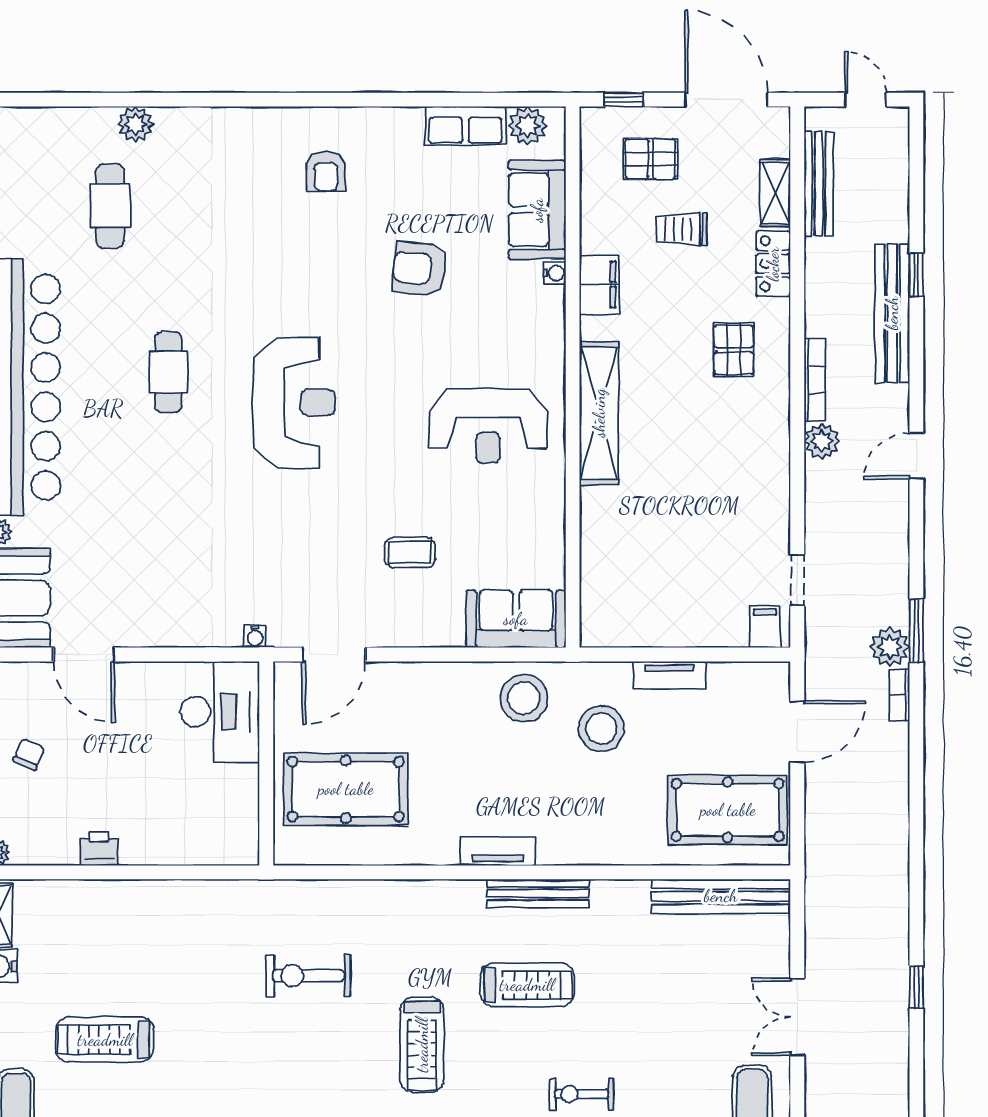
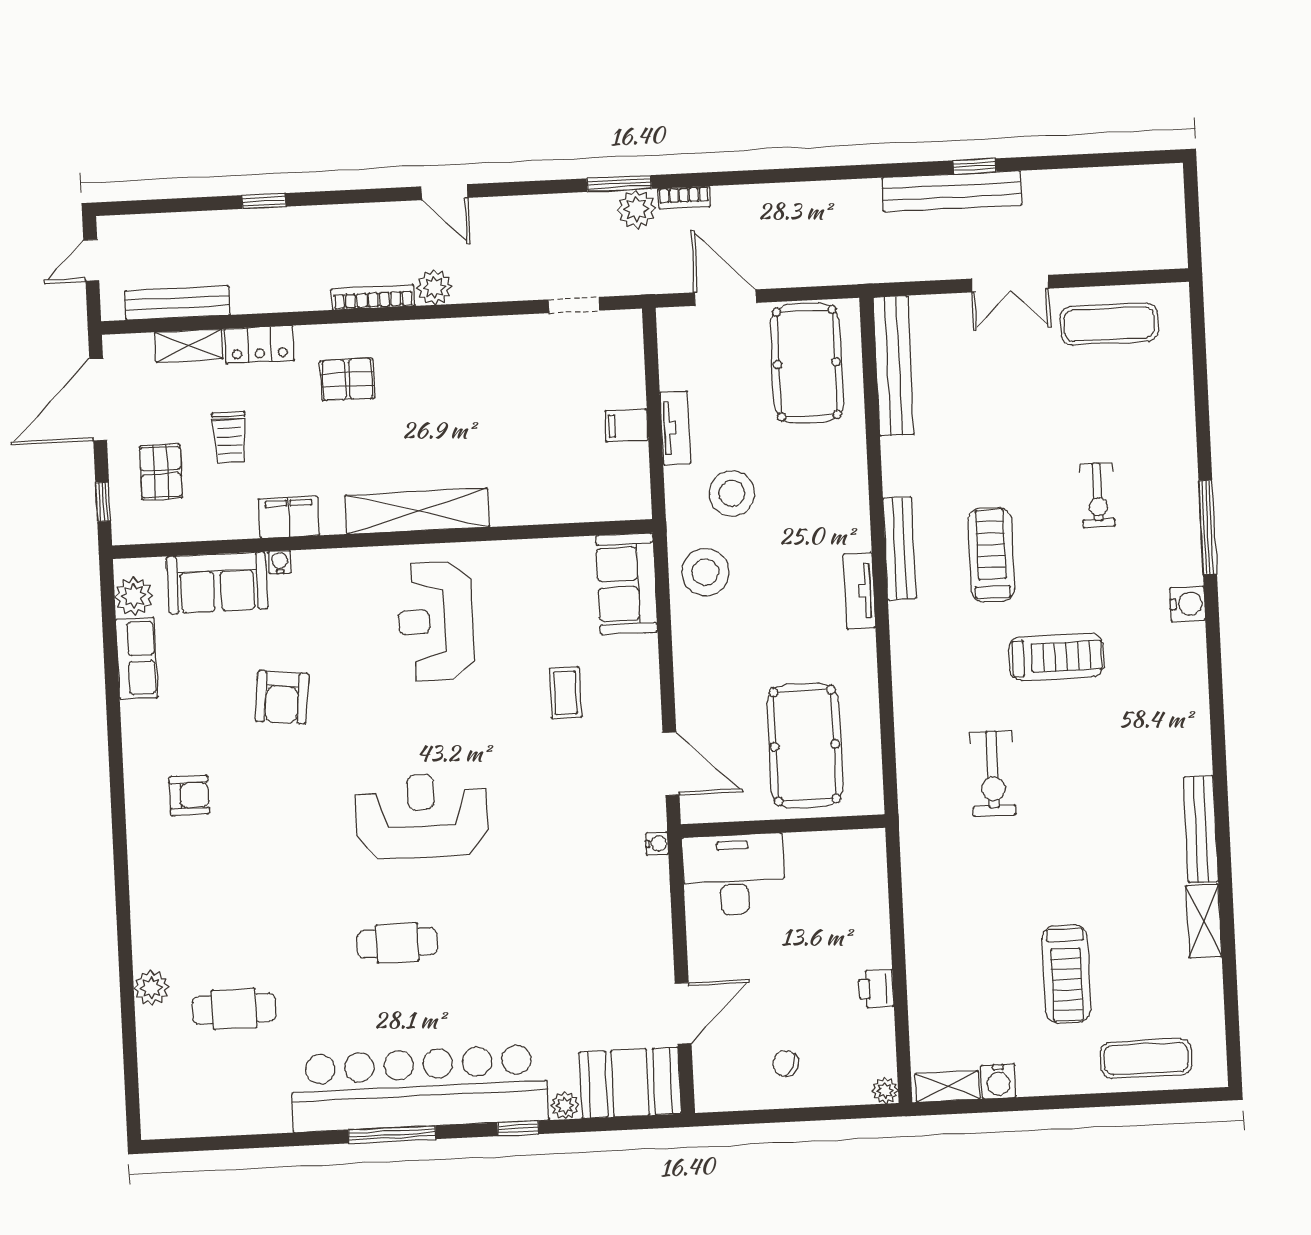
bench: (892, 313) -> (952, 191), moved
reception desk: (488, 426) -> (436, 621), turned 180
filing cabinet: (765, 627) -> (627, 425), moved

